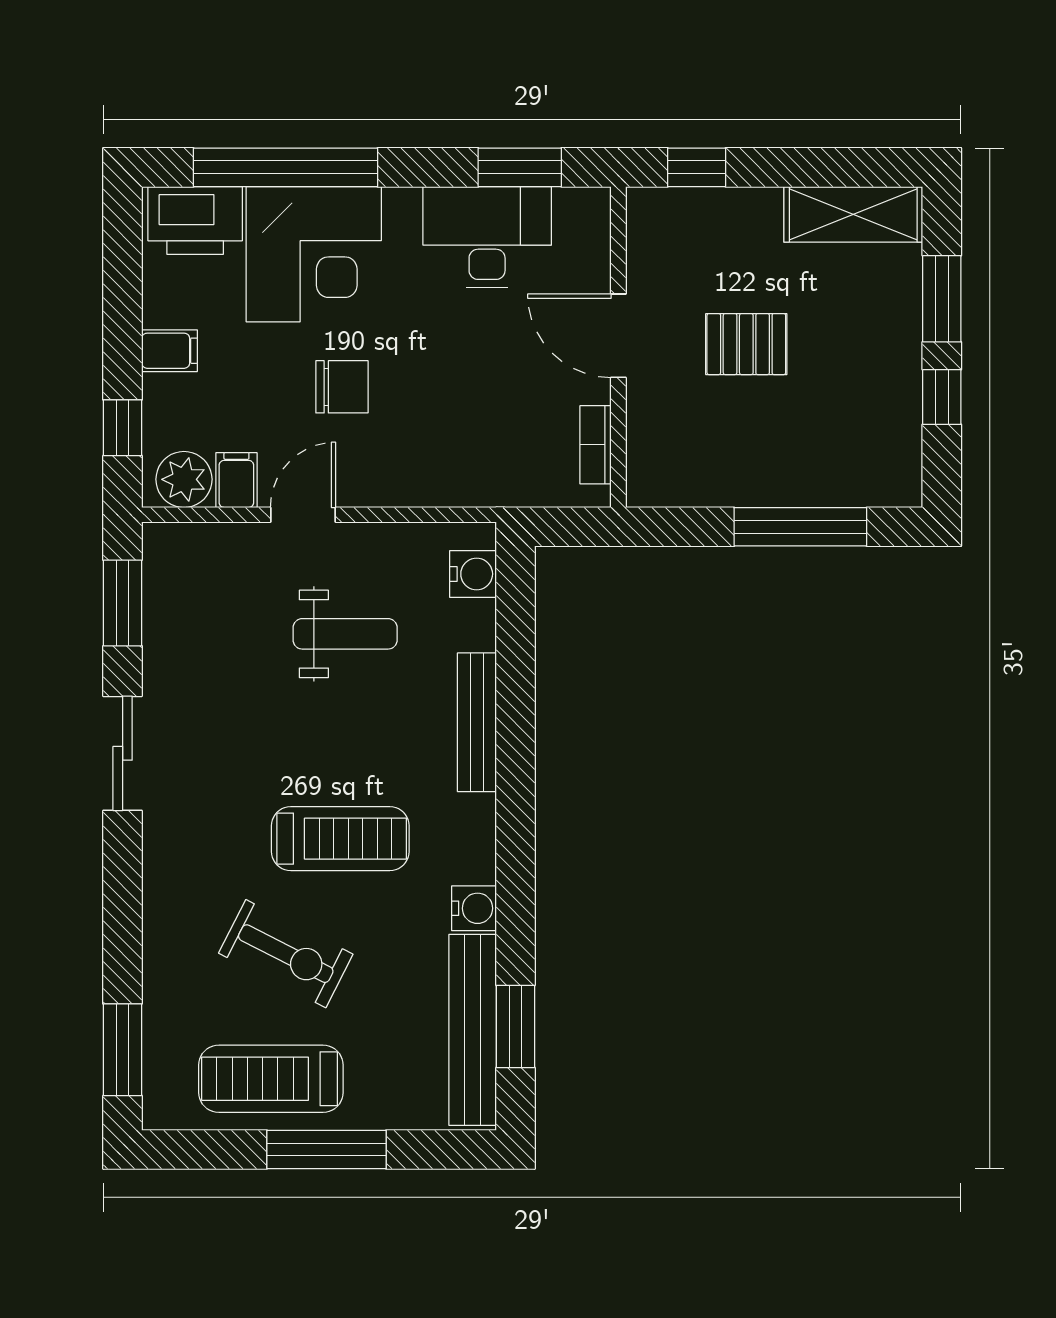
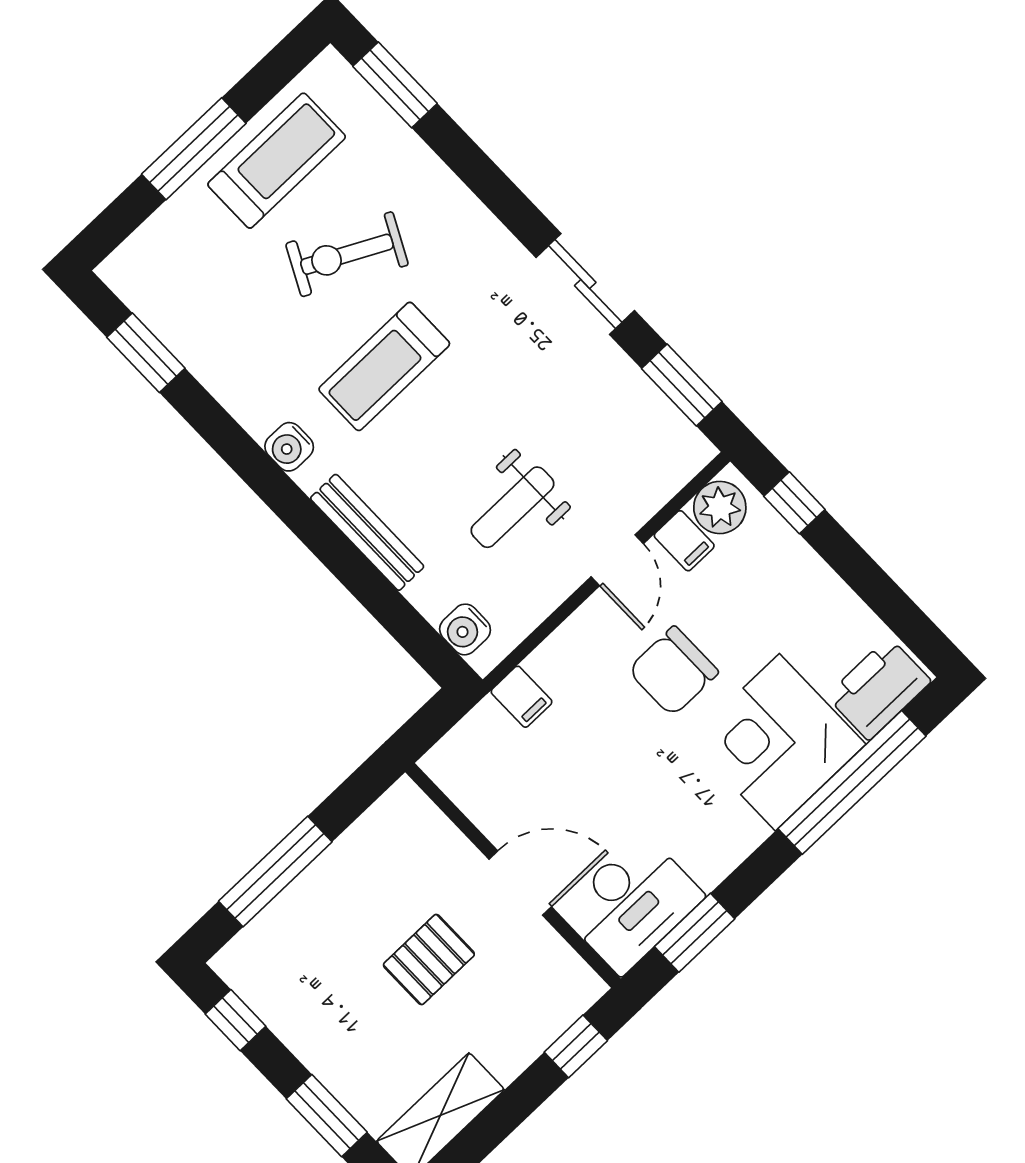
desk: (487, 237) -> (632, 903), moved
filing cabinet: (170, 351) -> (522, 697), moved, turned -90
chair: (342, 387) -> (673, 671), width x1.37, depth x1.37
window: (942, 397) -> (236, 1020), moved
bookcase: (596, 445) -> (465, 795), removed
water cooler: (474, 908) -> (289, 447), moved
bench: (473, 1030) -> (173, 323), removed

